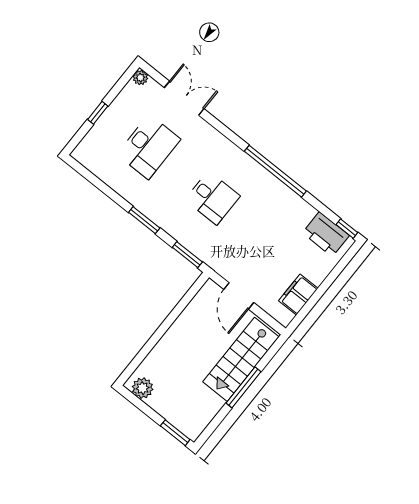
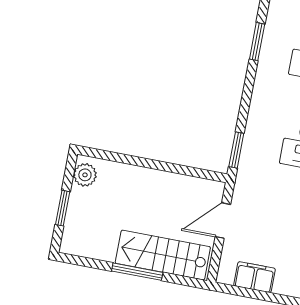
window: (144, 220) -> (257, 42), moved
window: (175, 433) -> (63, 208), moved

